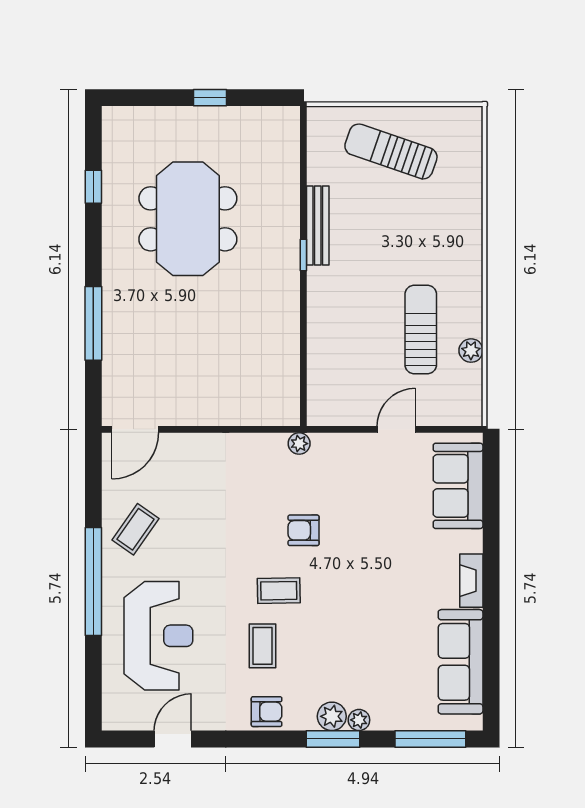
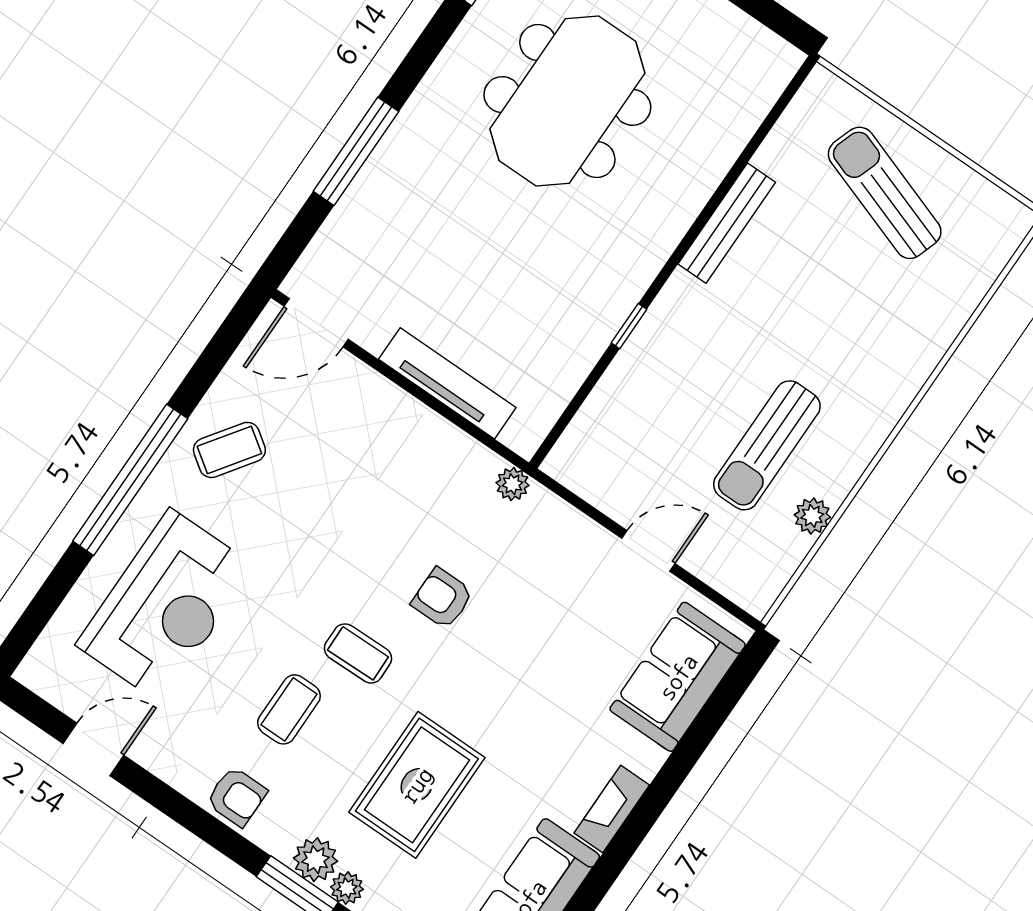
window: (303, 255) -> (629, 326), moved
sun lounger: (421, 330) -> (767, 445), turned 180
tv unit: (227, 414) -> (447, 383), added
rug: (358, 639) -> (417, 785), added

